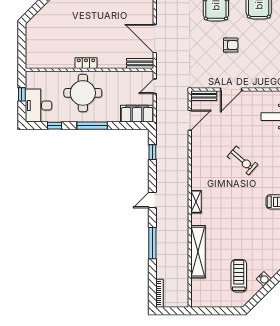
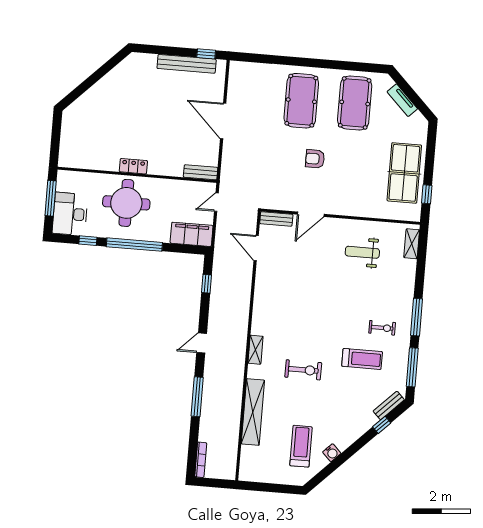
door: (155, 39) -> (223, 121), moved
armchair: (231, 45) -> (315, 159), turned 180
window: (22, 94) -> (51, 198), width x2.17
door: (190, 120) -> (256, 248), swing flipped
window: (92, 126) -> (134, 245), width x1.46
exercise bike: (243, 160) -> (303, 370), moved, turned -41

